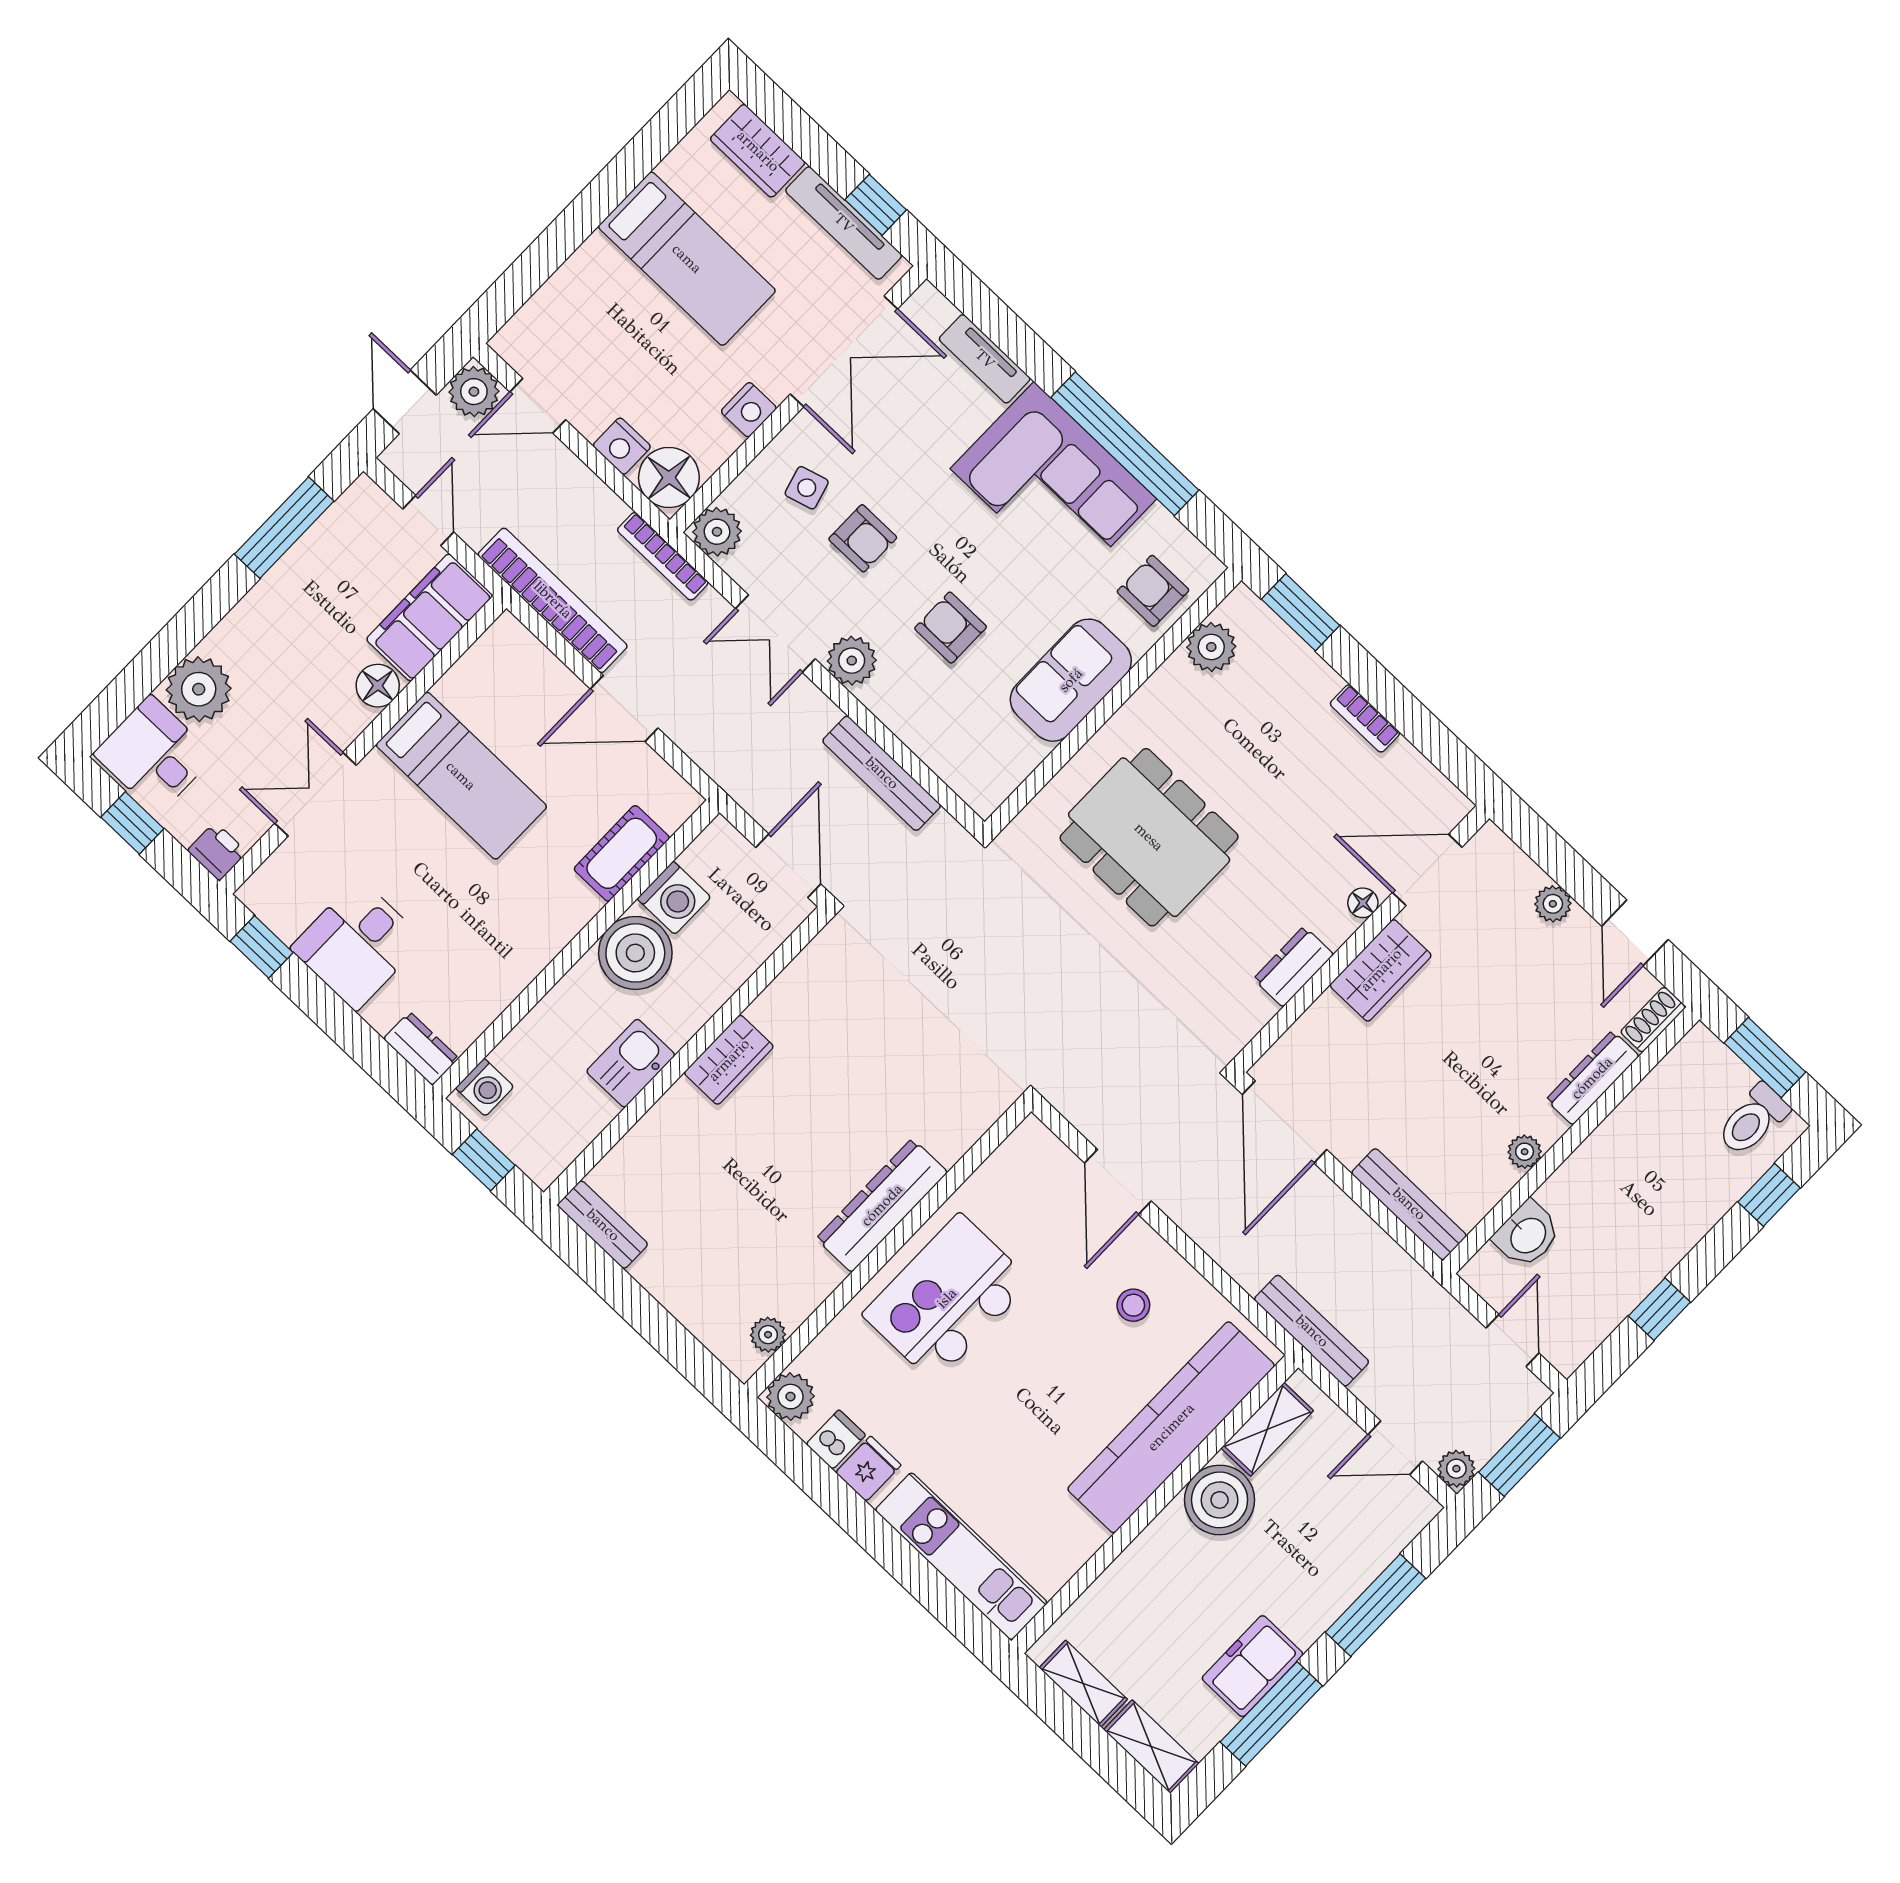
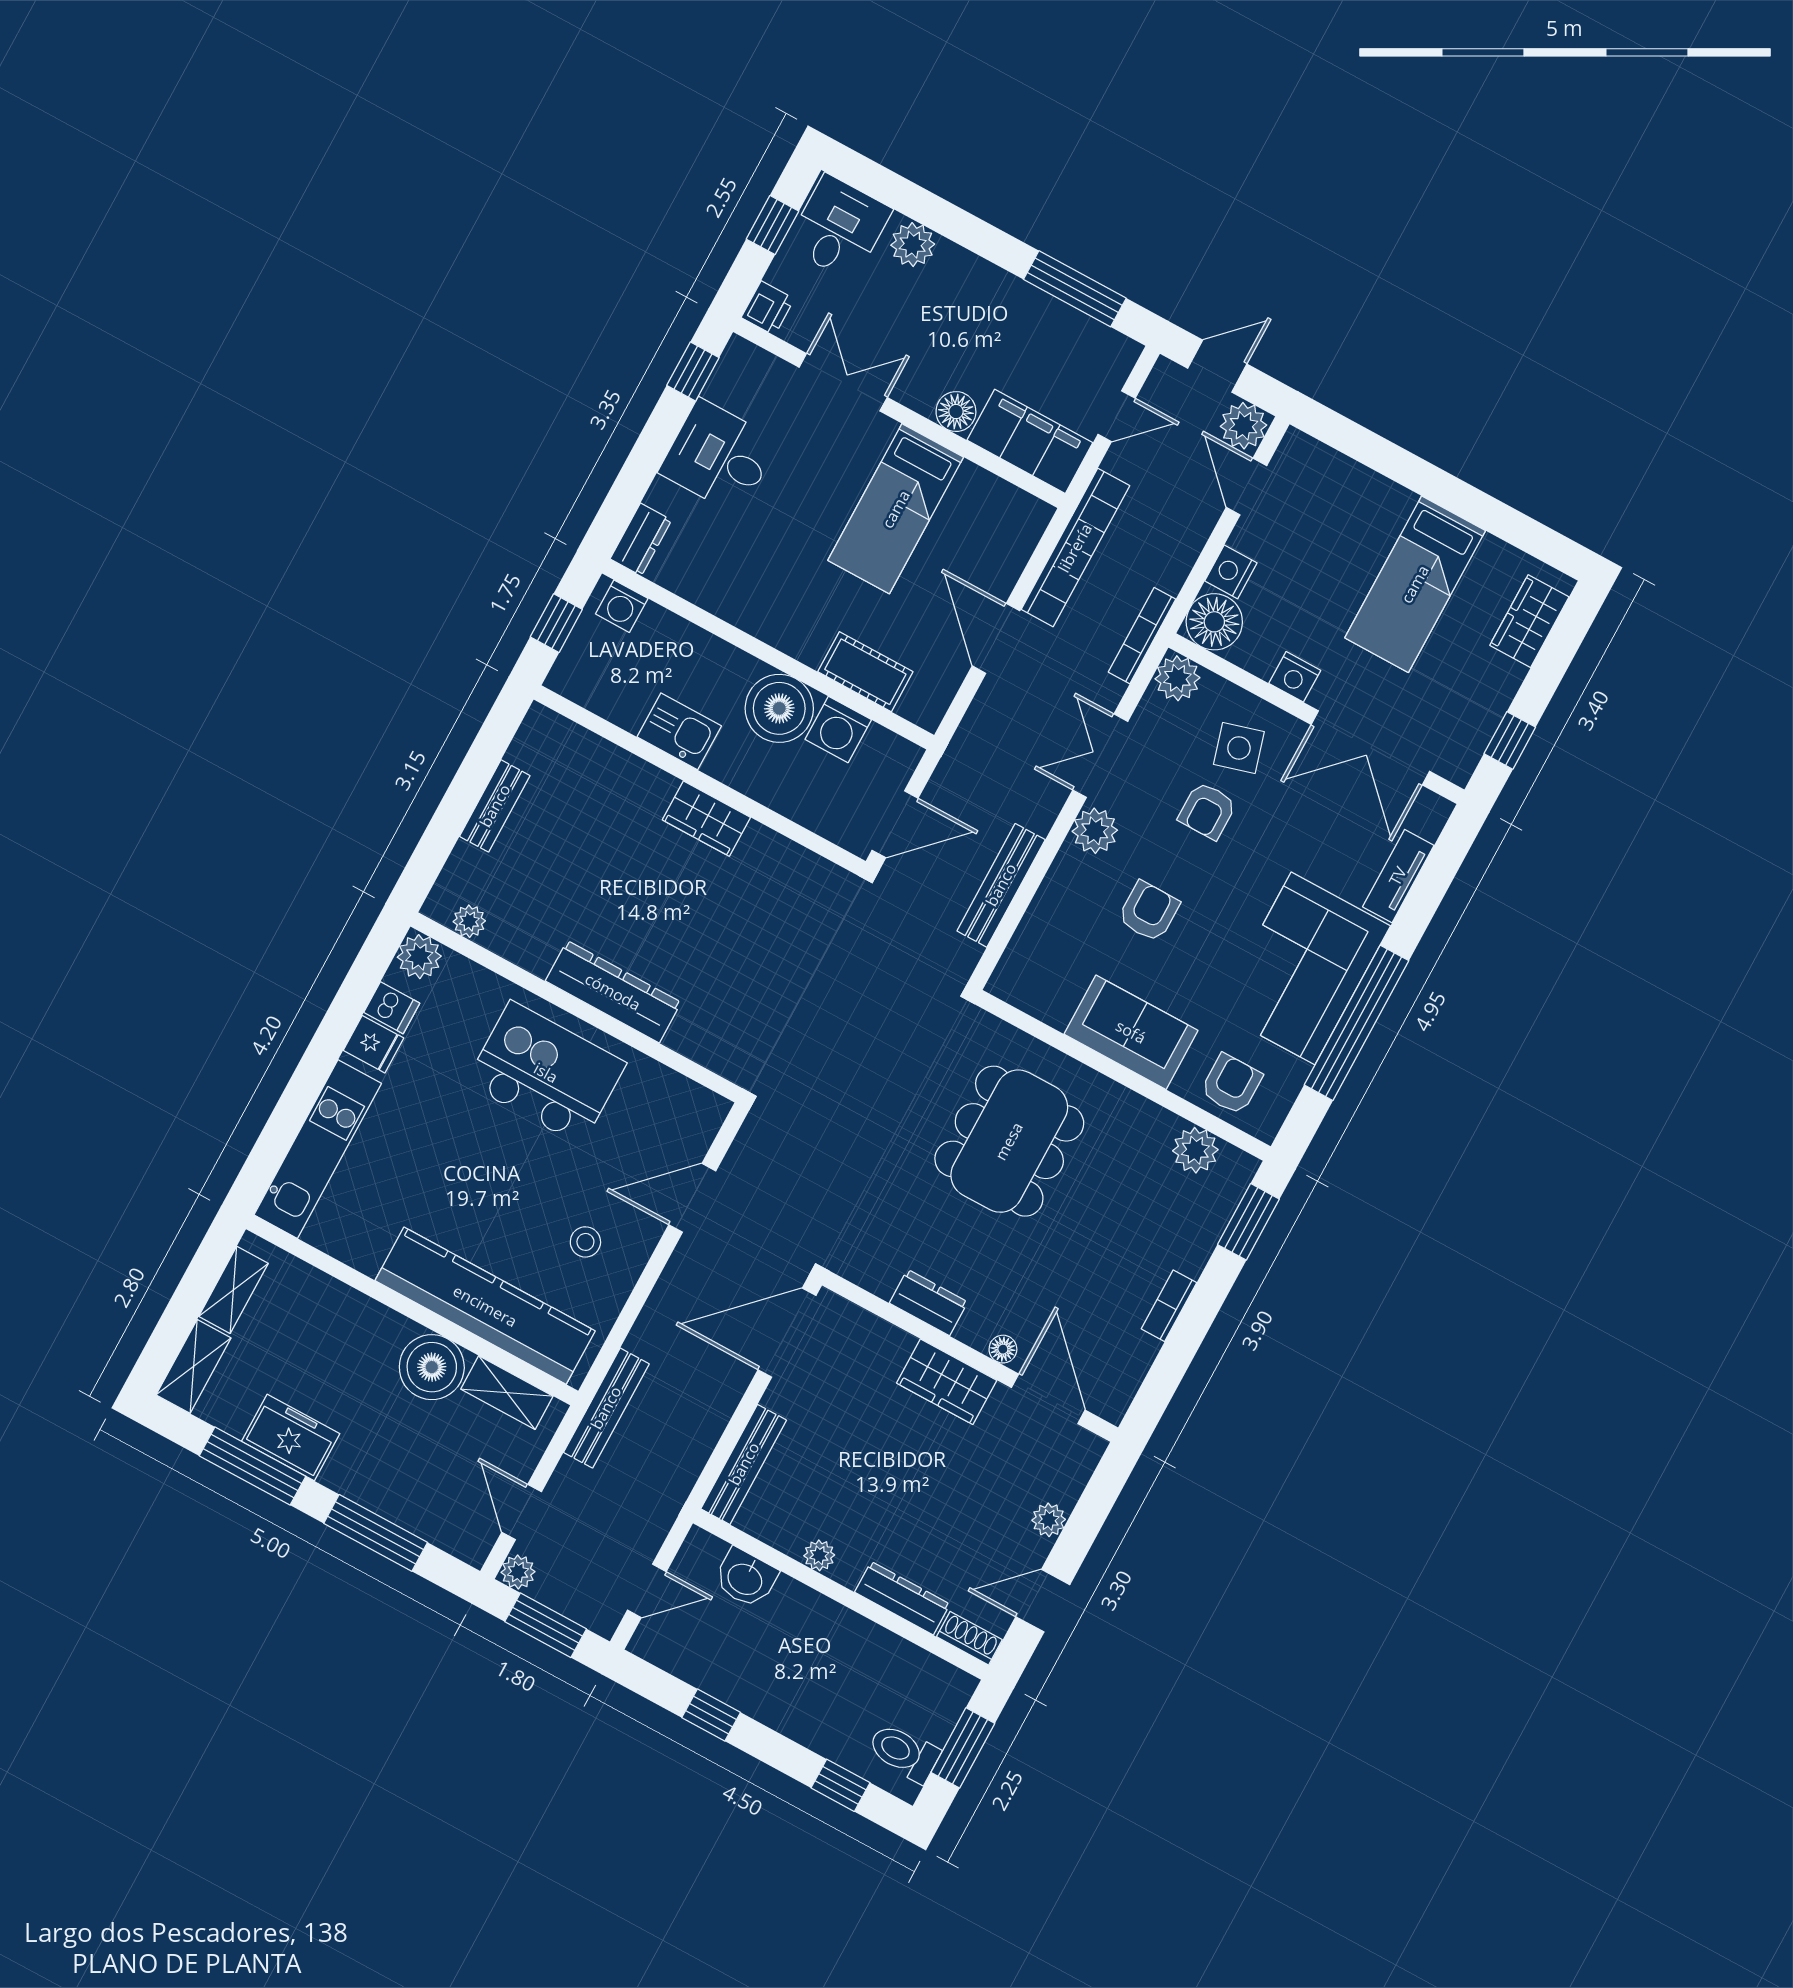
tv unit: (844, 223) -> (1486, 716), removed
side table: (807, 488) -> (1239, 748), width x1.37, depth x1.37
plant: (199, 689) -> (913, 245), width x0.73, depth x0.73
bench: (603, 1225) -> (495, 806), moved

